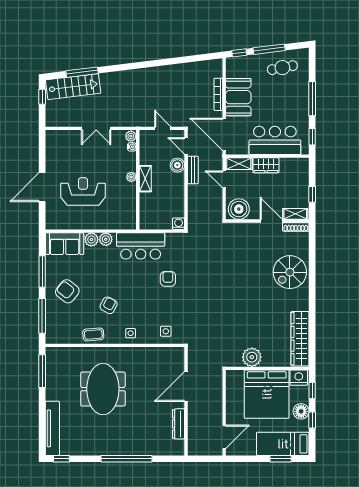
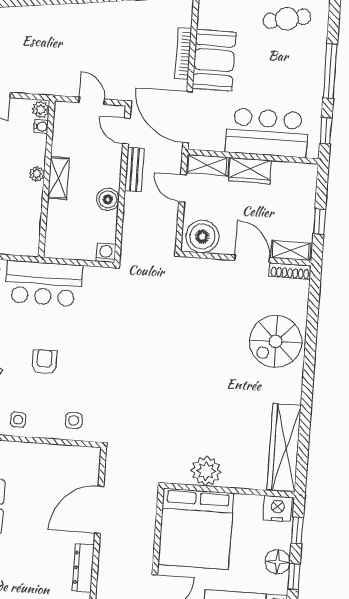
boiler: (177, 165) -> (108, 199), moved
armchair: (168, 279) -> (44, 362), moved
bed: (267, 394) -> (196, 529), moved

